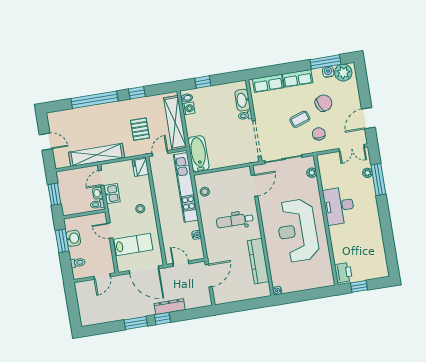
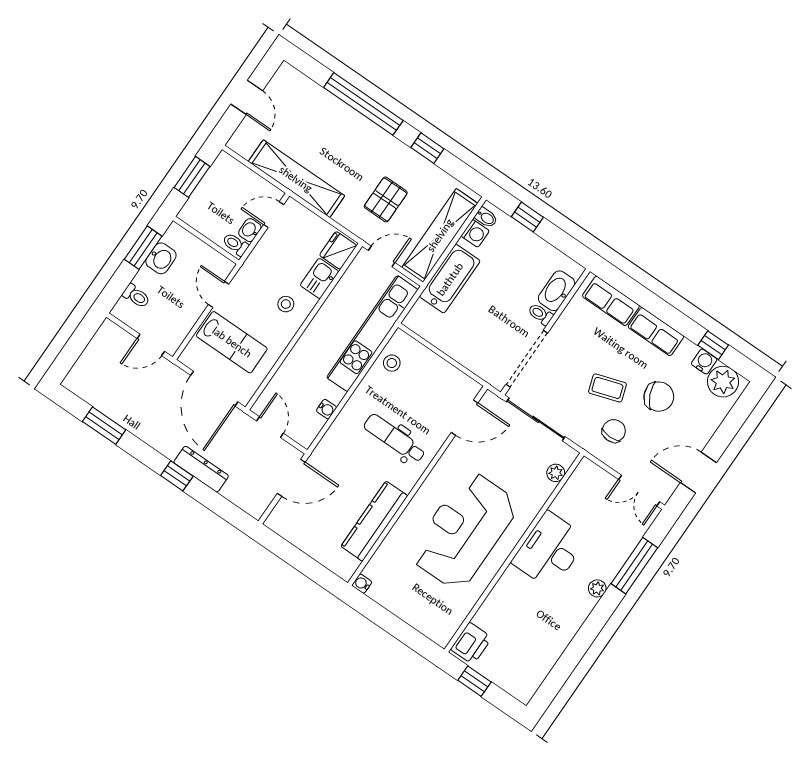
window: (325, 62) -> (713, 345), width x0.46
bathtub: (198, 154) -> (450, 279), moved
plant: (367, 173) -> (597, 588), moved
kitchen sink: (112, 194) -> (320, 278), moved, turned 180
window: (136, 323) -> (104, 426), moved

